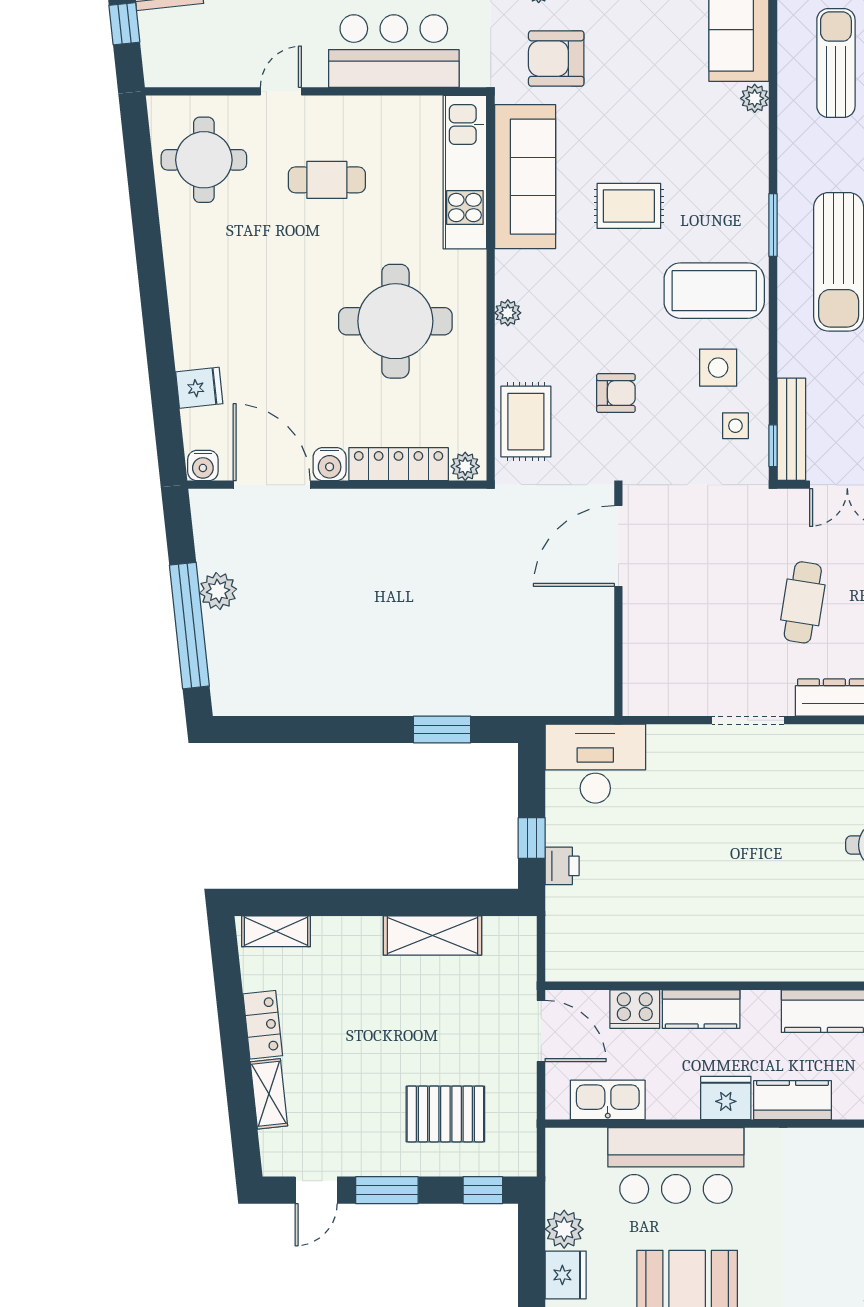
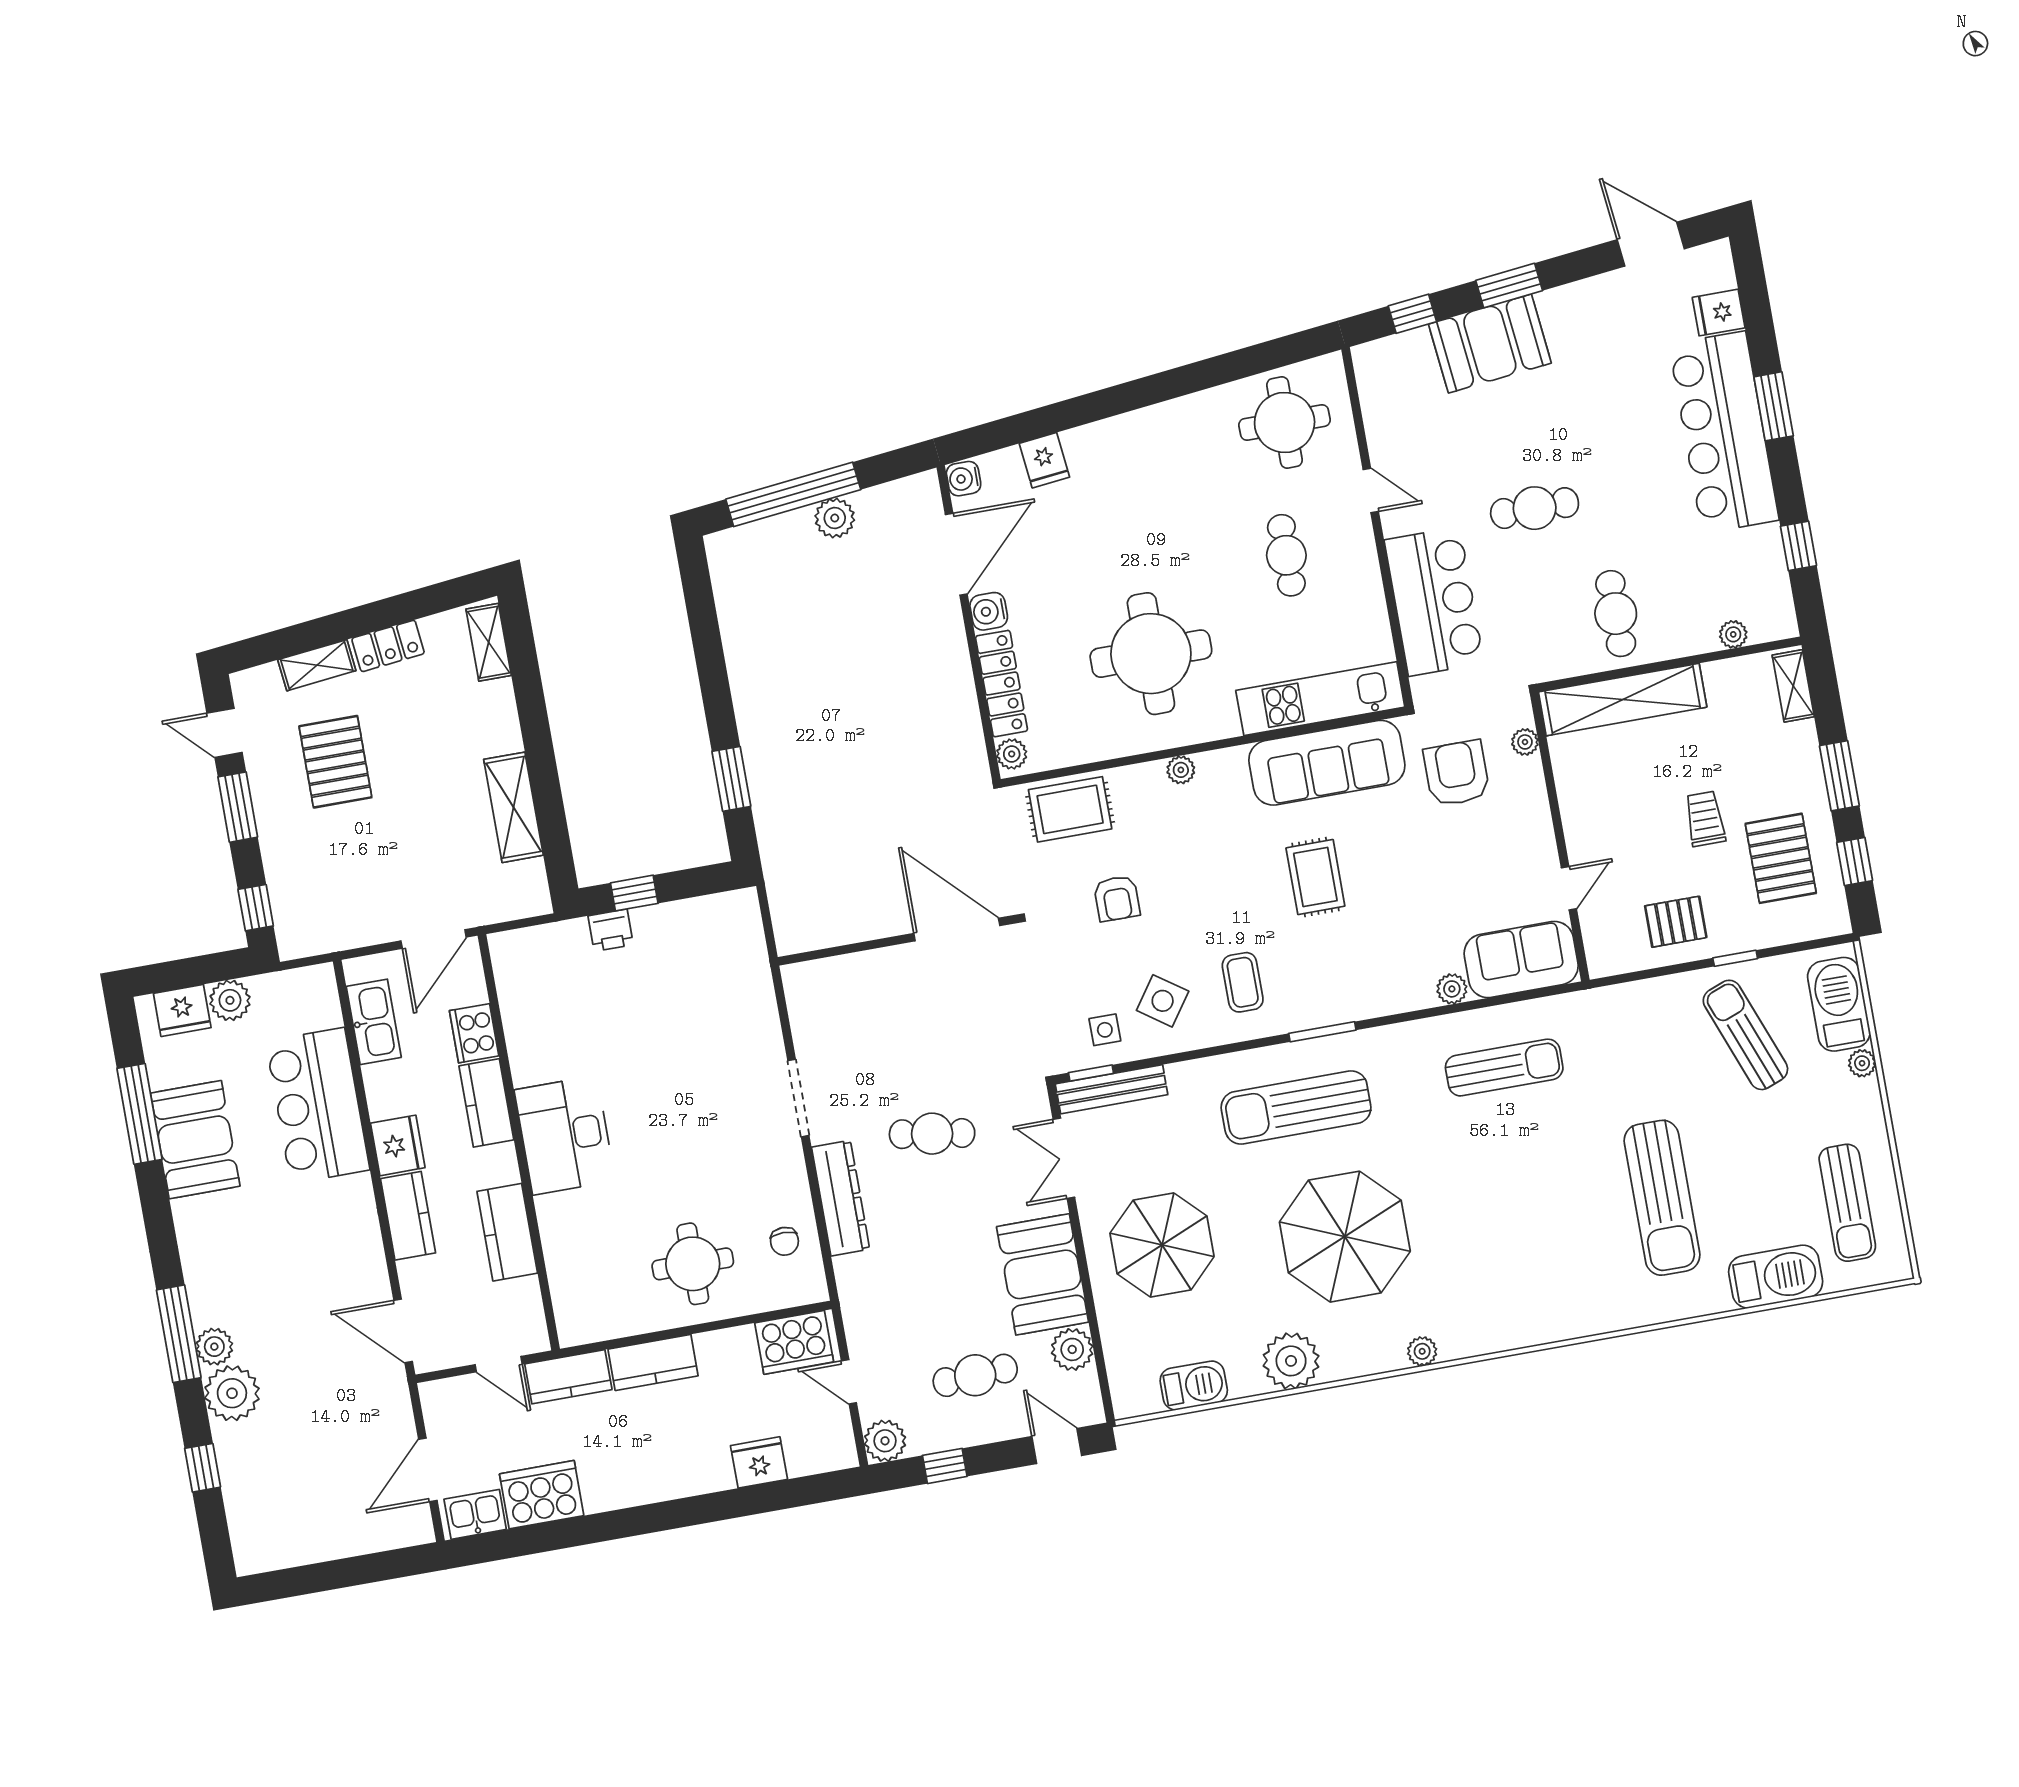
coffee table: (714, 291) -> (1243, 982), width x0.54, depth x0.58
side table: (718, 368) -> (1163, 1001), turned 35
desk: (595, 764) -> (565, 1135), moved, turned 180
pallet: (445, 1114) -> (335, 762), moved

